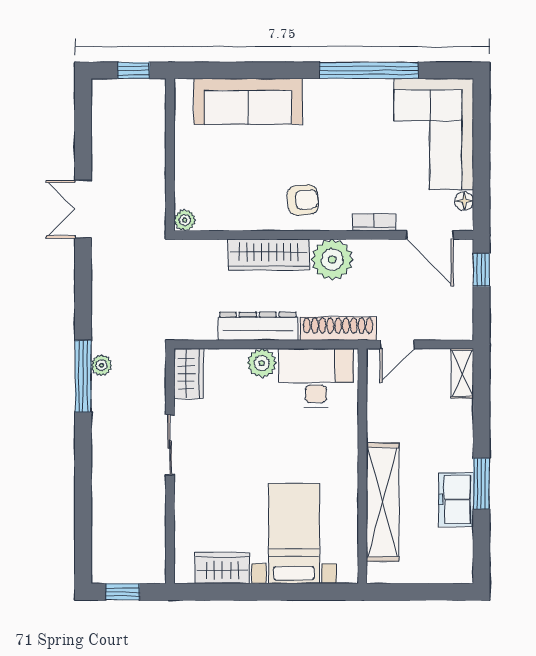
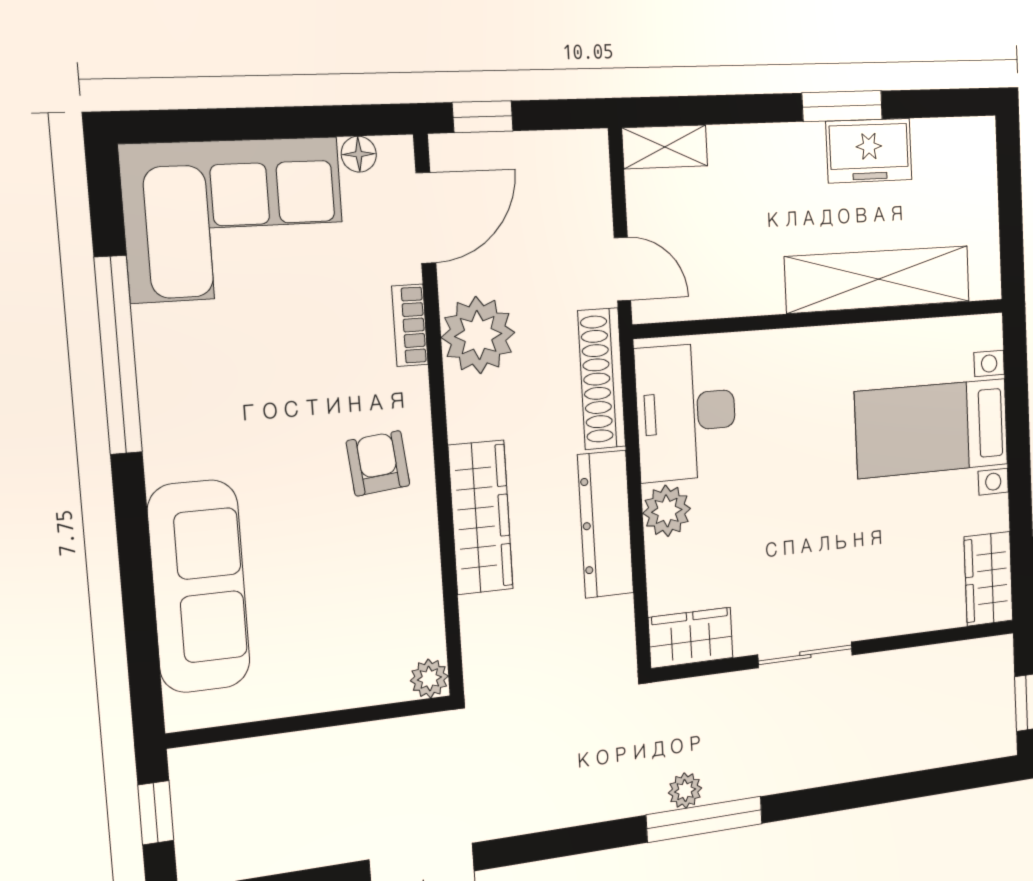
plant: (332, 260) -> (478, 335), moved
wardrobe: (222, 568) -> (988, 579), moved

